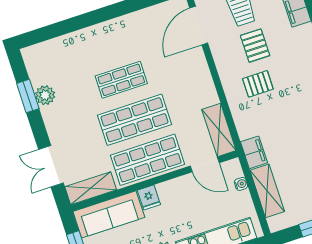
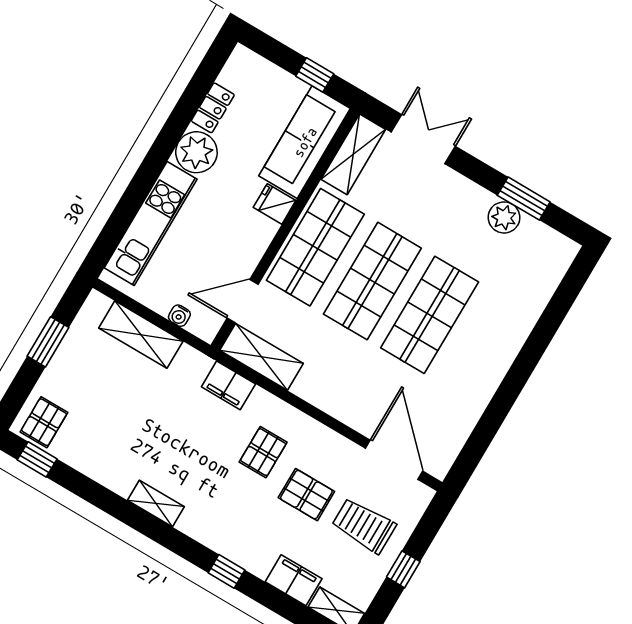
shop shelf: (121, 80) -> (430, 315), width x1.43, depth x1.36
filing cabinet: (254, 152) -> (228, 385), moved

